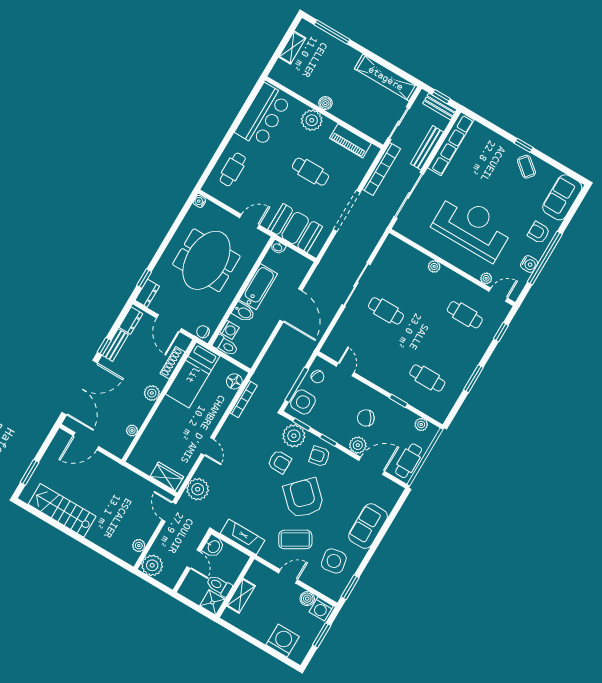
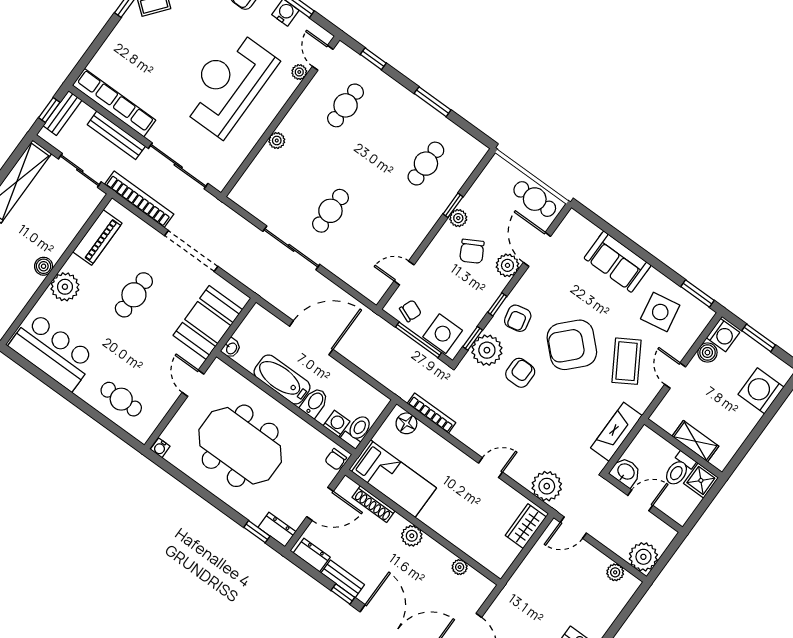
plant: (421, 424) -> (458, 218), moved

